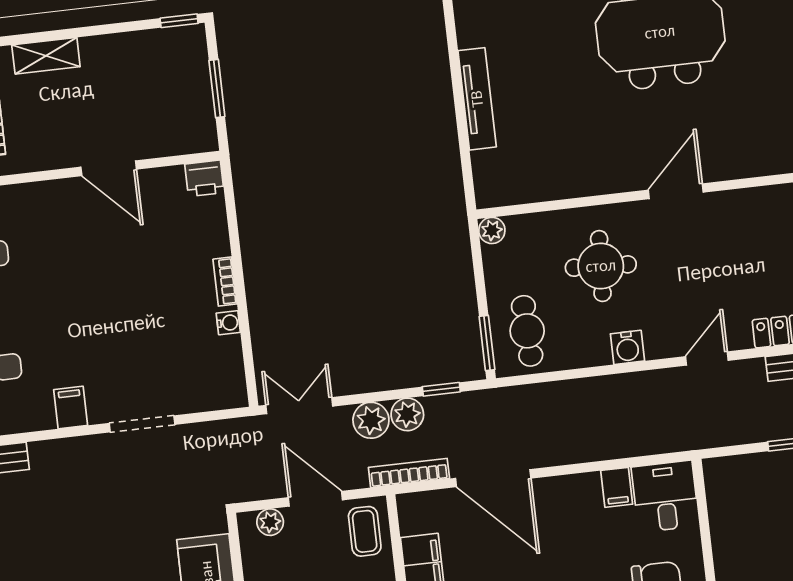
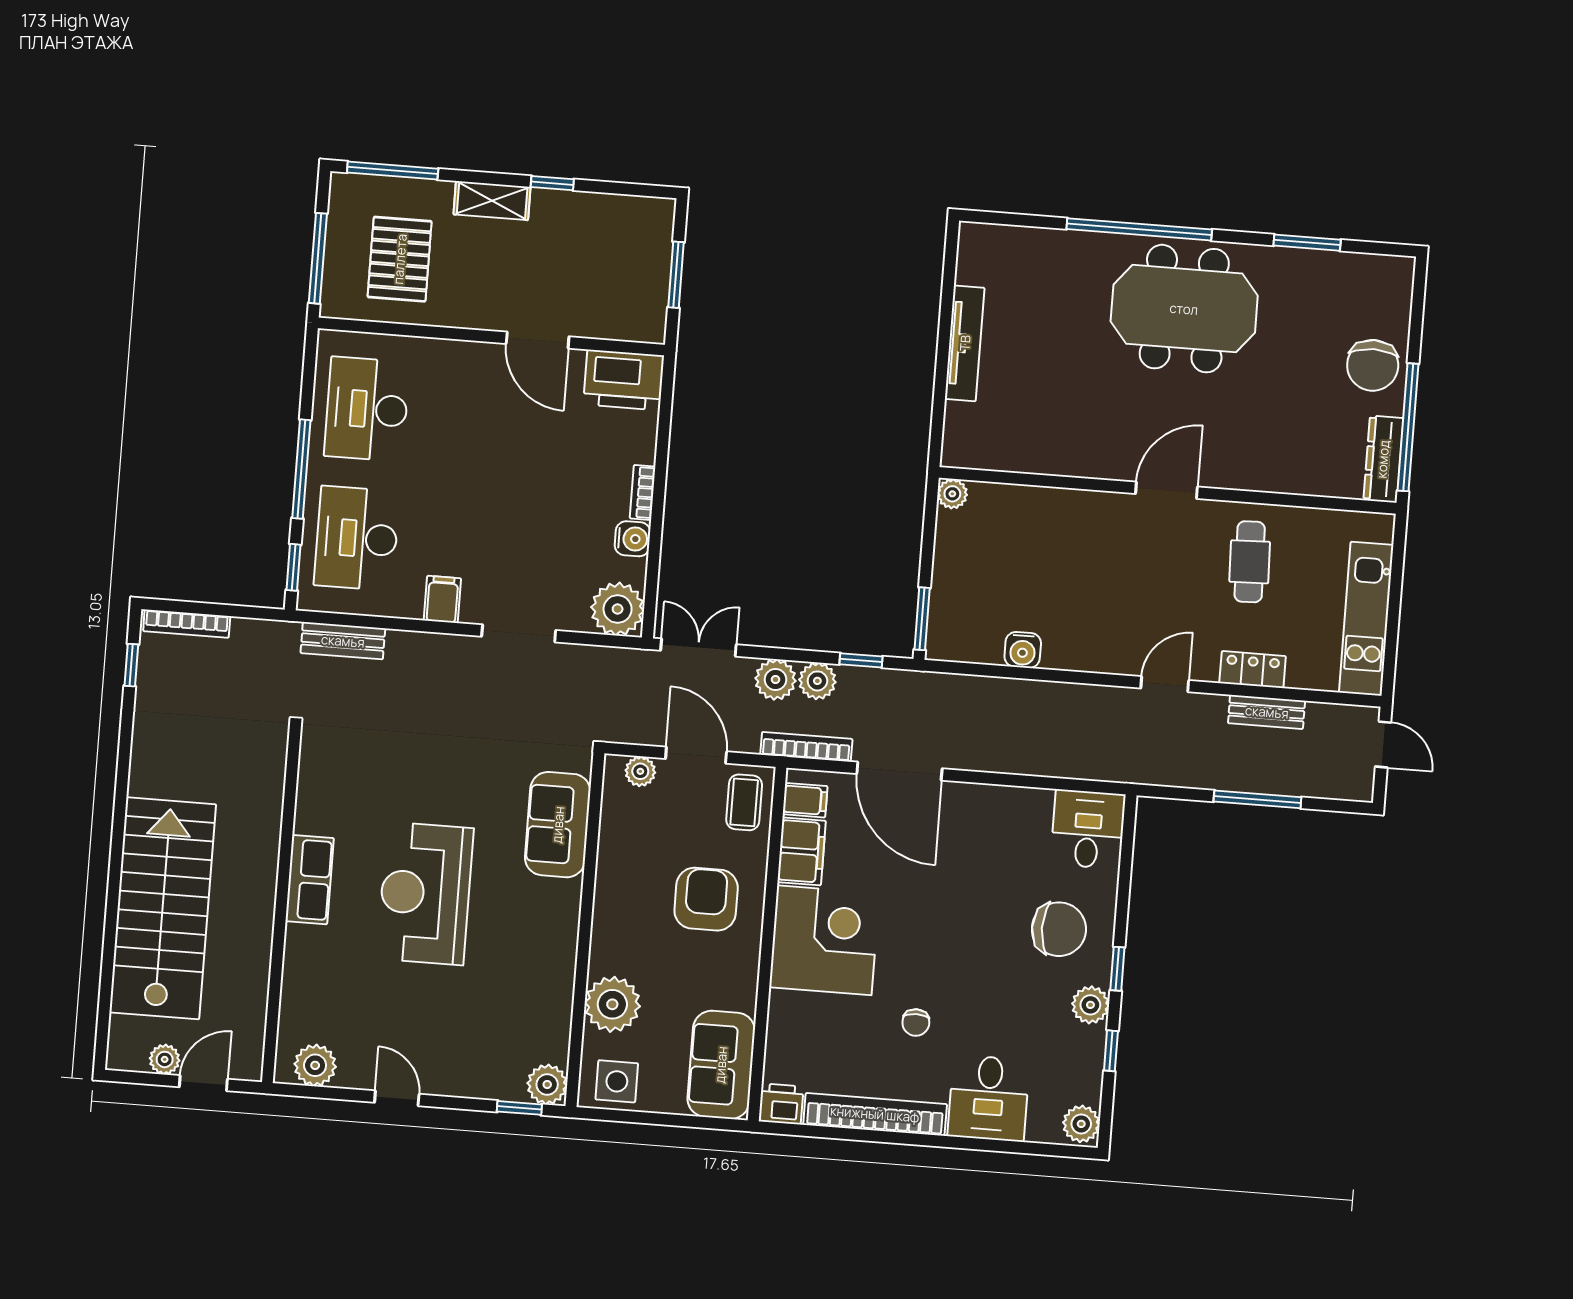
window: (179, 21) -> (552, 183), moved
printer: (204, 178) -> (624, 380), width x1.87, depth x1.48
round table: (601, 266) -> (1066, 558), removed
water cooler: (228, 323) -> (633, 539), width x1.38, depth x1.38
cafe table: (527, 331) -> (1250, 562), moved
water cooler: (627, 347) -> (1023, 650), moved
plant: (223, 386) -> (618, 609), added
filing cabinet: (617, 487) -> (805, 800), moved, turned -90

